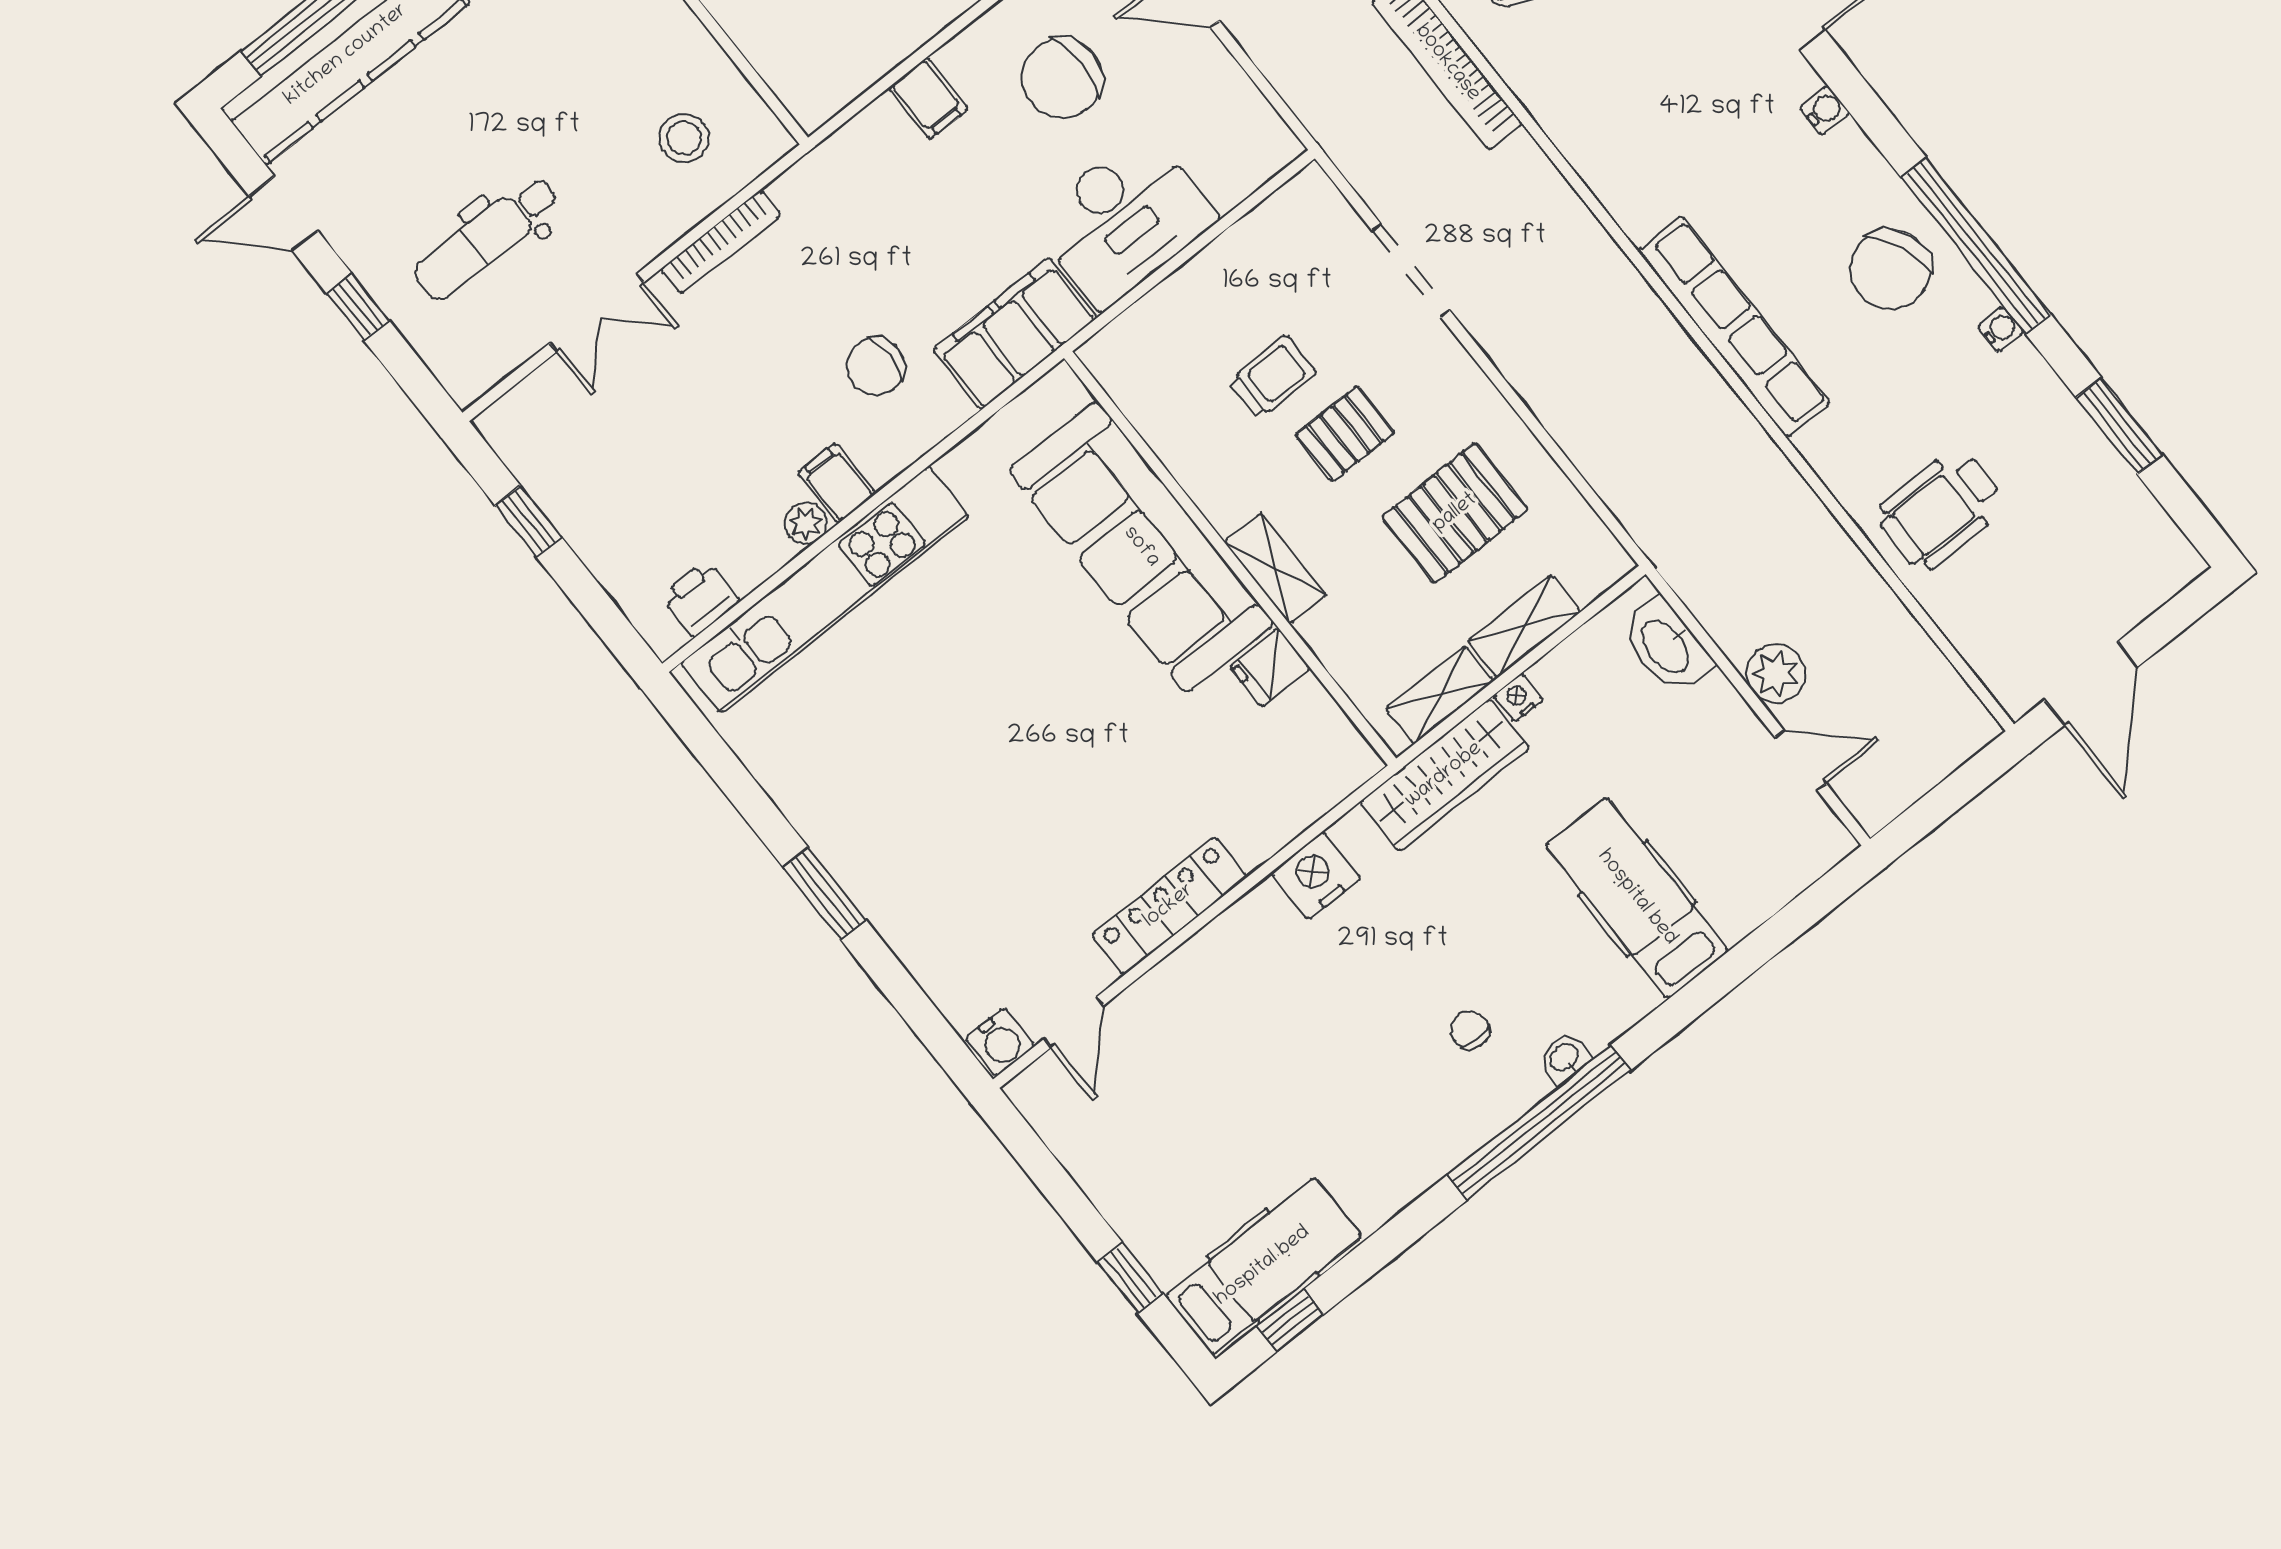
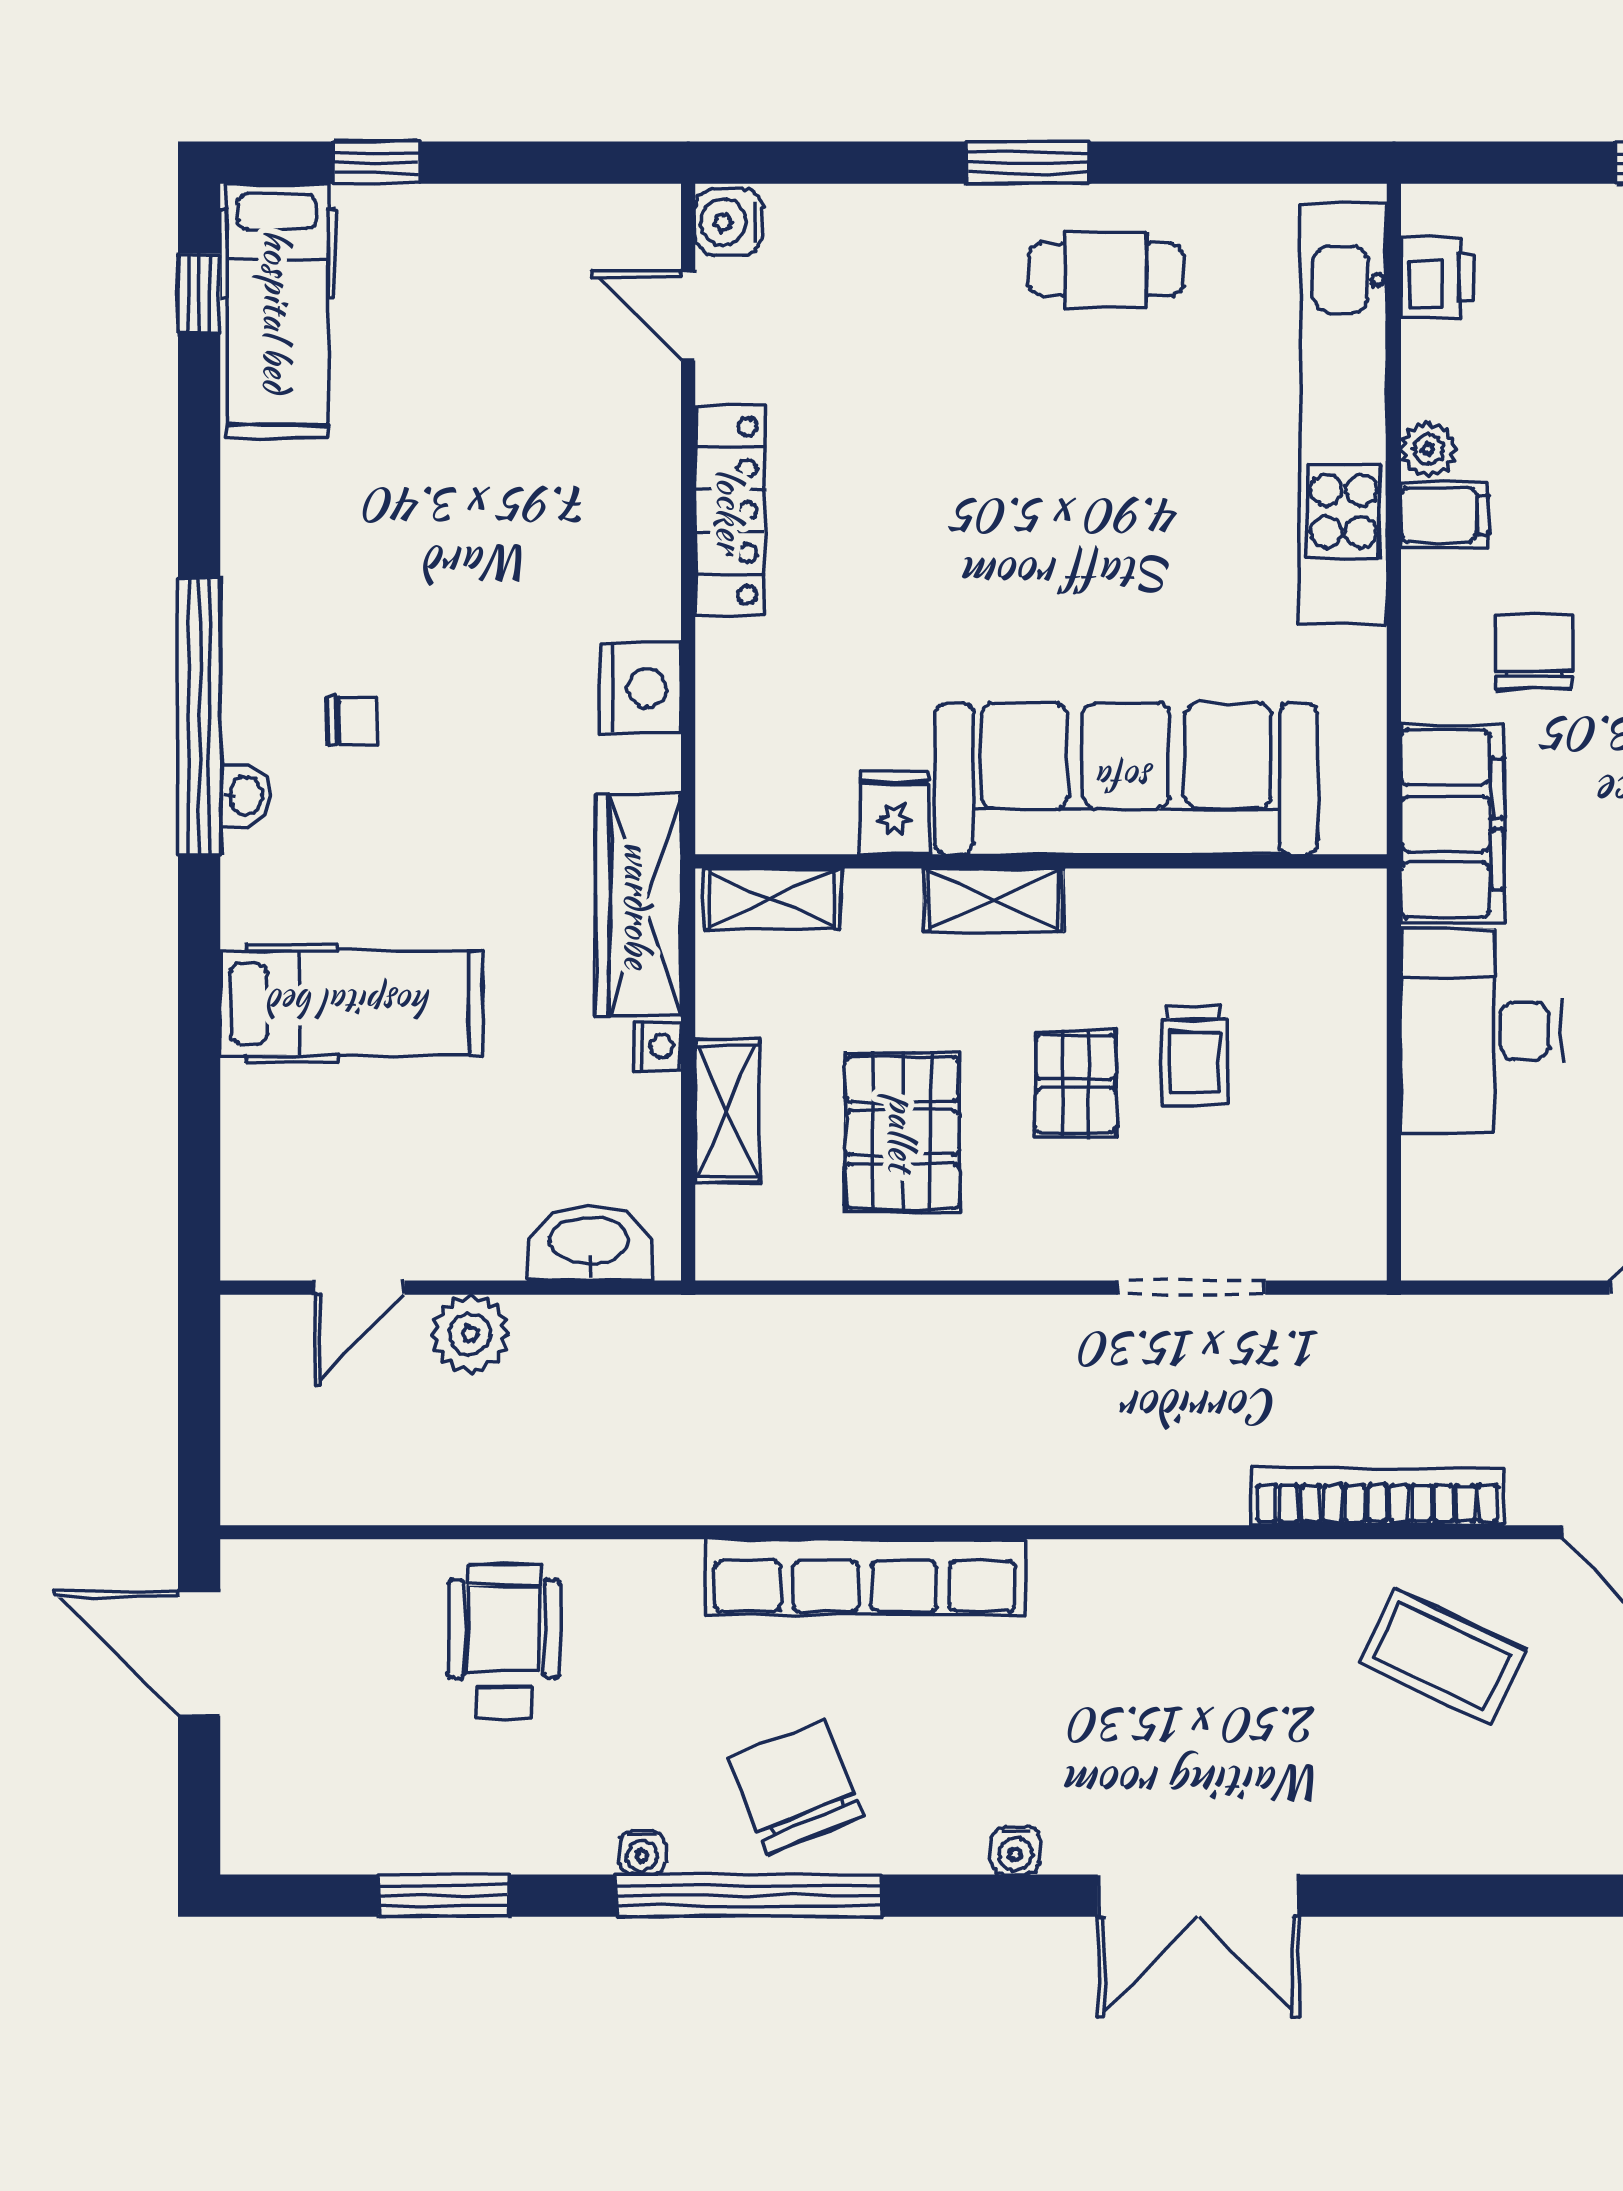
shelving: (1440, 695) -> (772, 899), moved, turned 90
cafe table: (851, 798) -> (1106, 270), added

